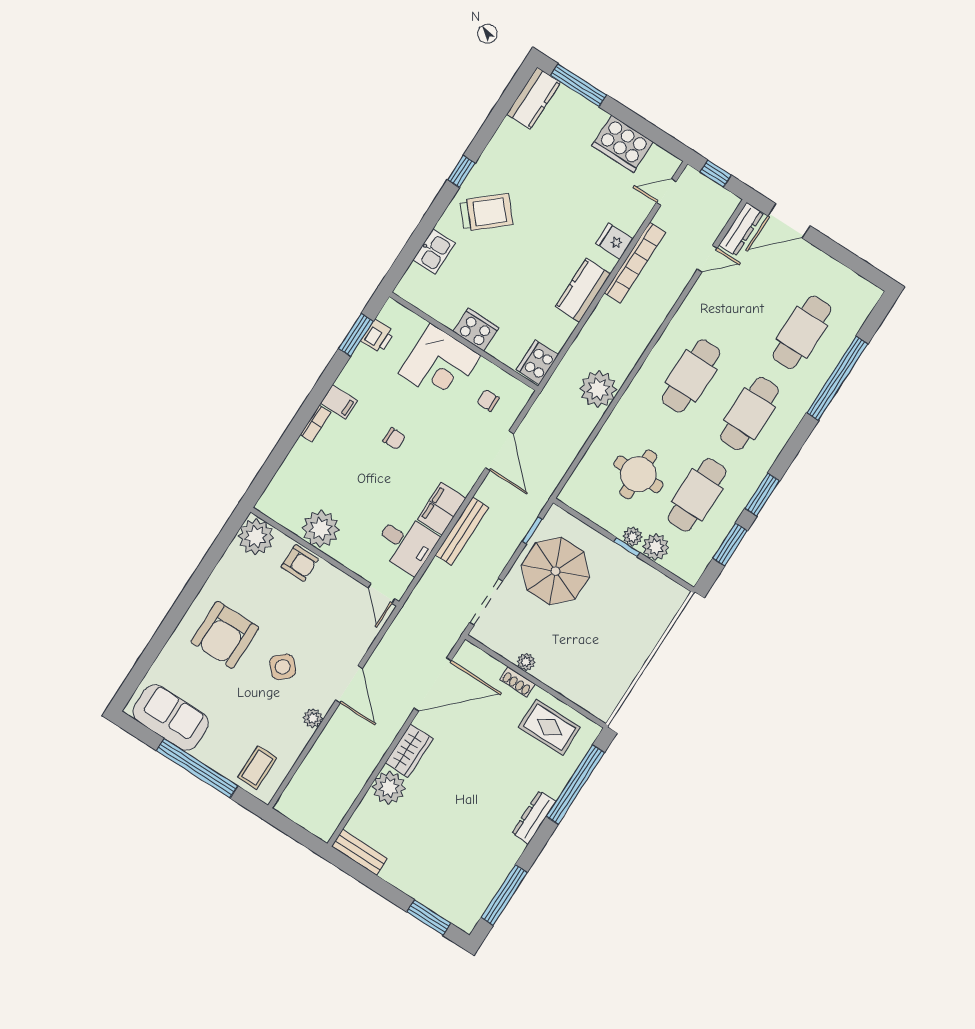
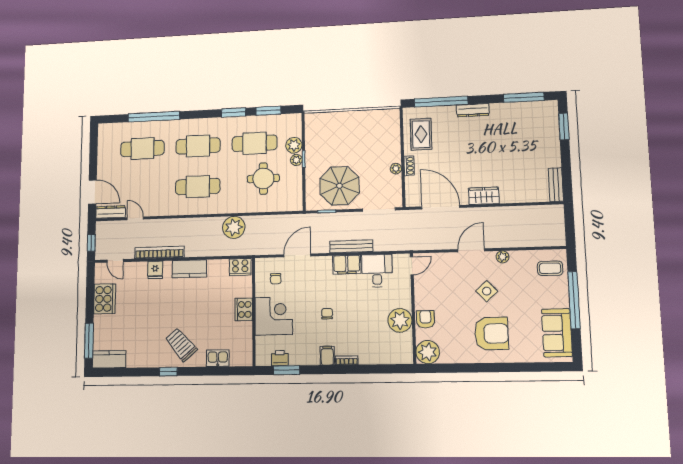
plant: (389, 788) -> (511, 193), removed

